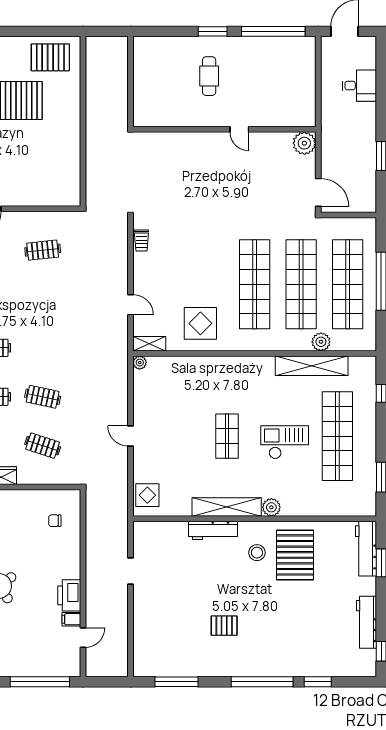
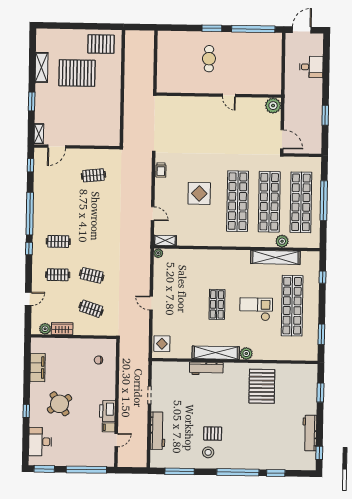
display table: (200, 323) -> (199, 193), moved
workbench: (366, 549) -> (158, 431), moved, turned 180
stool: (257, 553) -> (208, 452), moved

